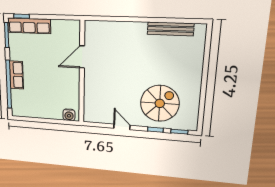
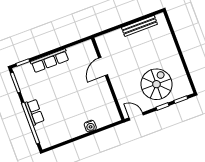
row of seats: (29, 26) -> (50, 61), moved
door: (82, 57) -> (103, 66), moved
wall: (82, 73) -> (108, 79), moved

